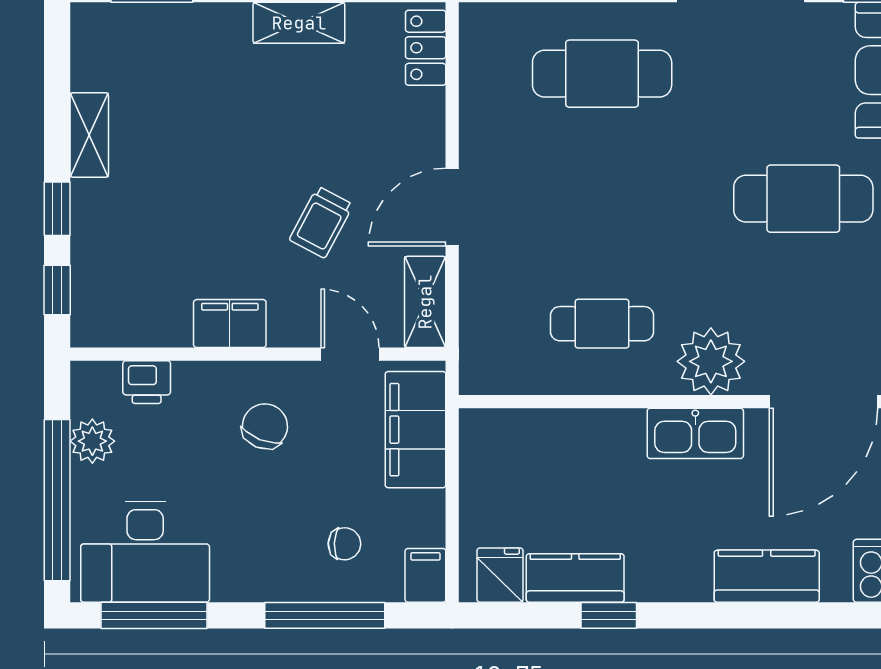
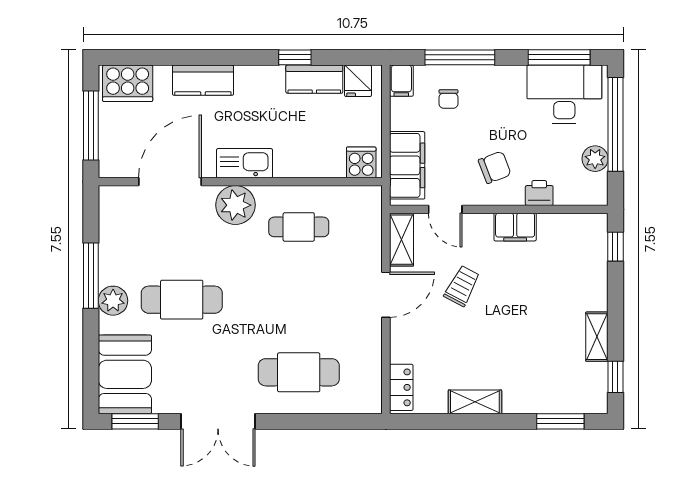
window: (57, 209) -> (615, 377), moved
printer: (147, 382) -> (539, 193), moved
chair: (265, 426) -> (495, 167), turned -133
cooker: (495, 435) -> (361, 162), added
chair: (344, 544) -> (448, 99), turned -92

